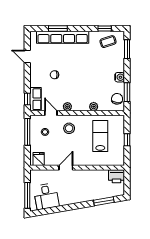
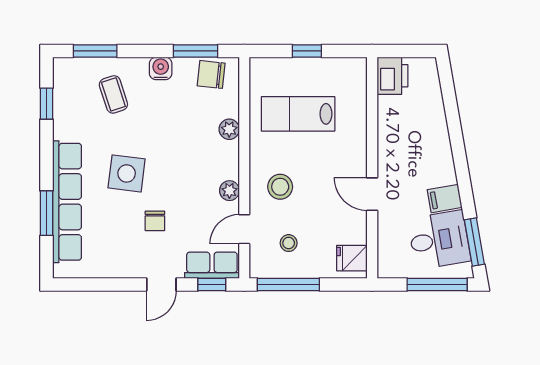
coffee table: (108, 42) -> (113, 94), moved
door: (27, 57) -> (161, 284), moved
side table: (75, 63) -> (127, 173), added
filing cabinet: (64, 199) -> (445, 199), added
window: (104, 201) -> (474, 242), moved

